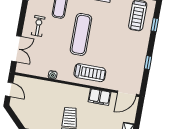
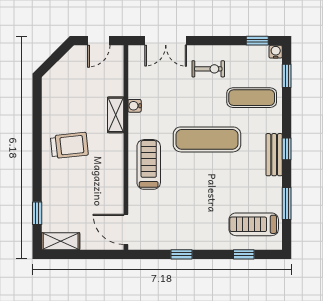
treadmill: (90, 73) -> (149, 164), turned 180
shelving: (56, 87) -> (116, 115), added
filing cabinet: (99, 97) -> (113, 187), removed

